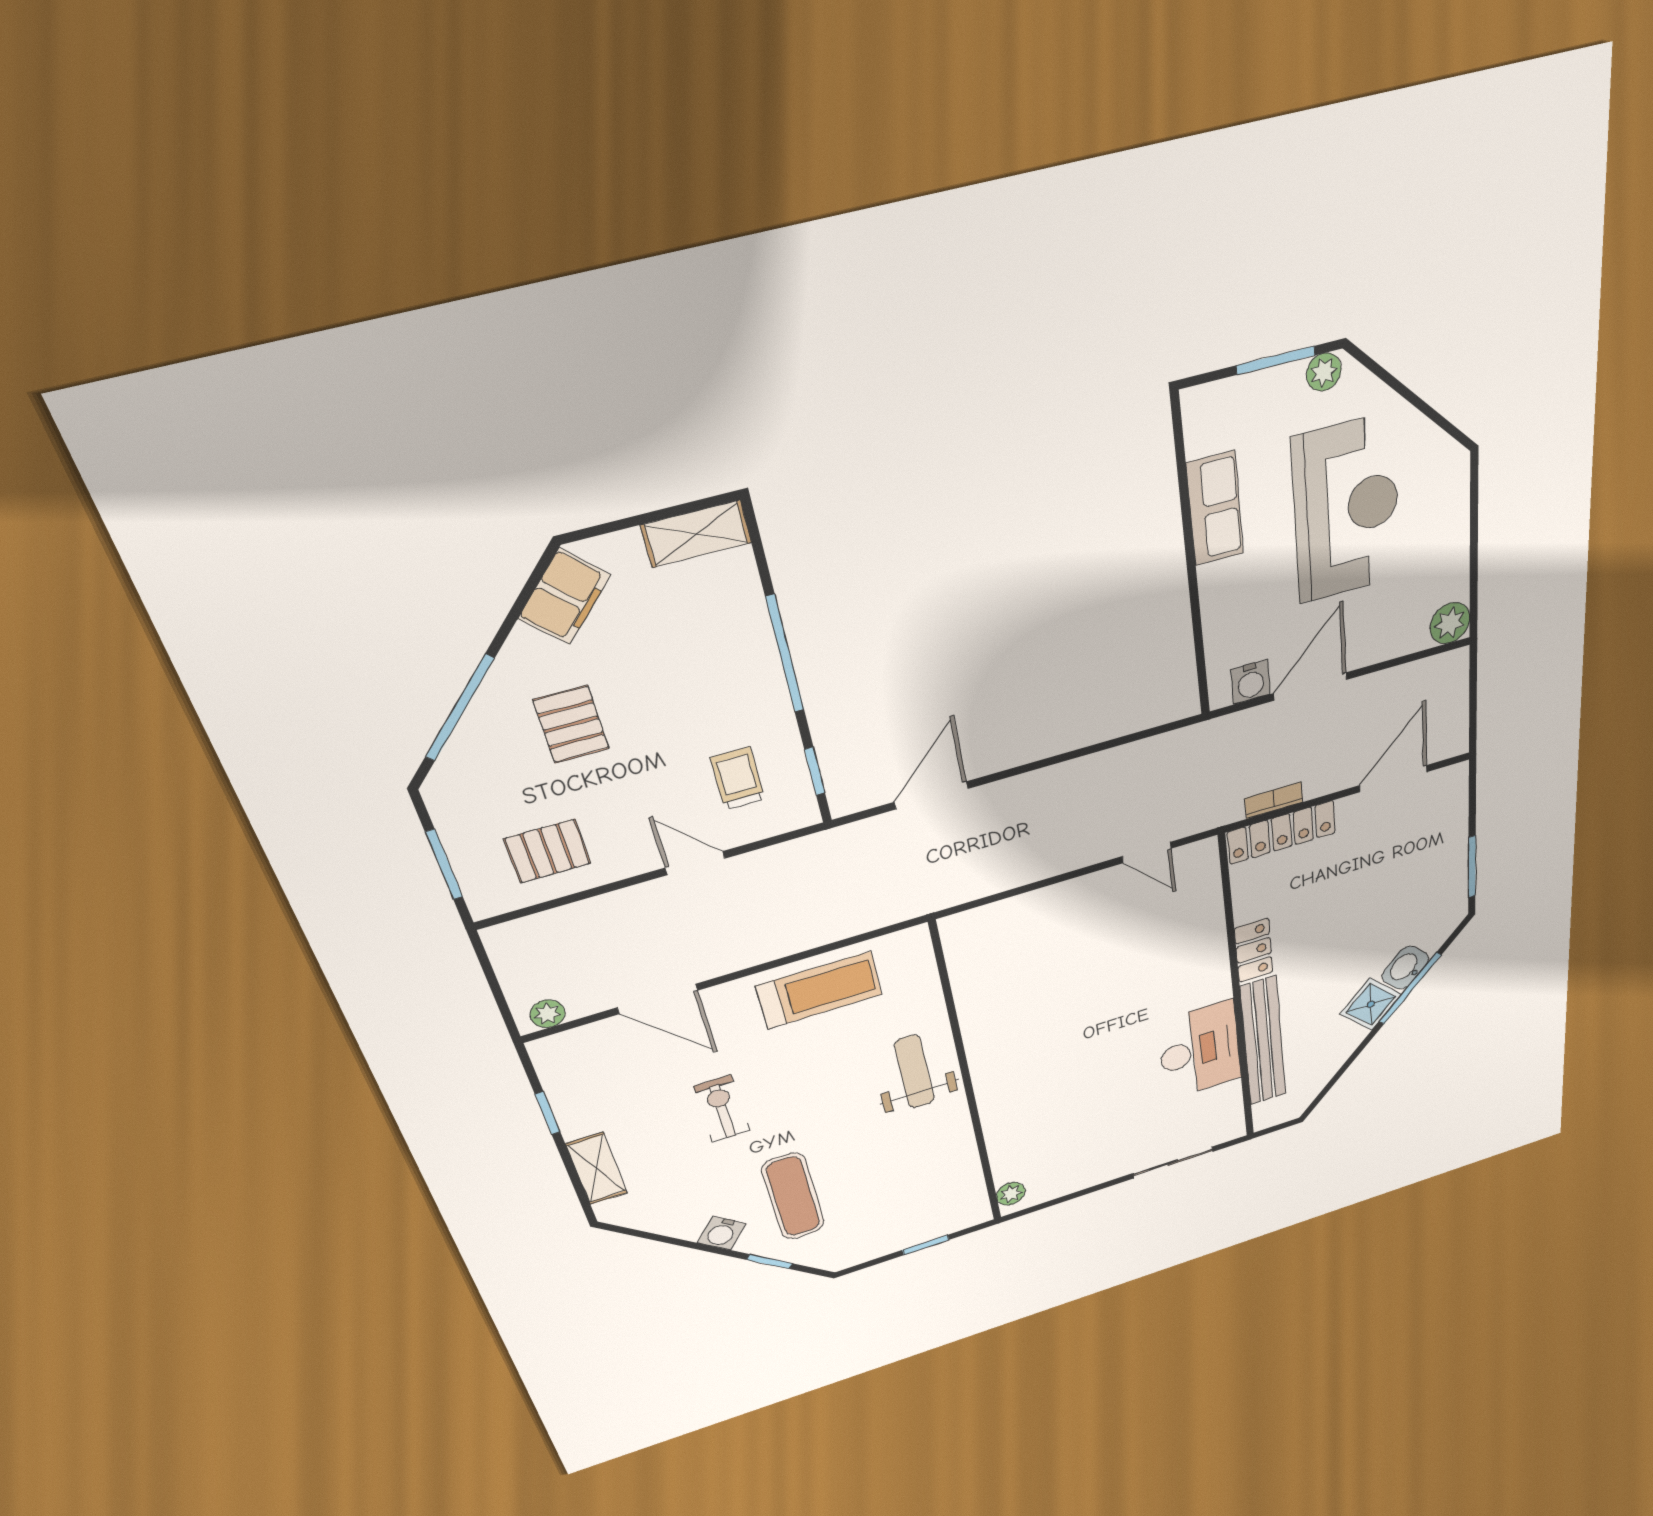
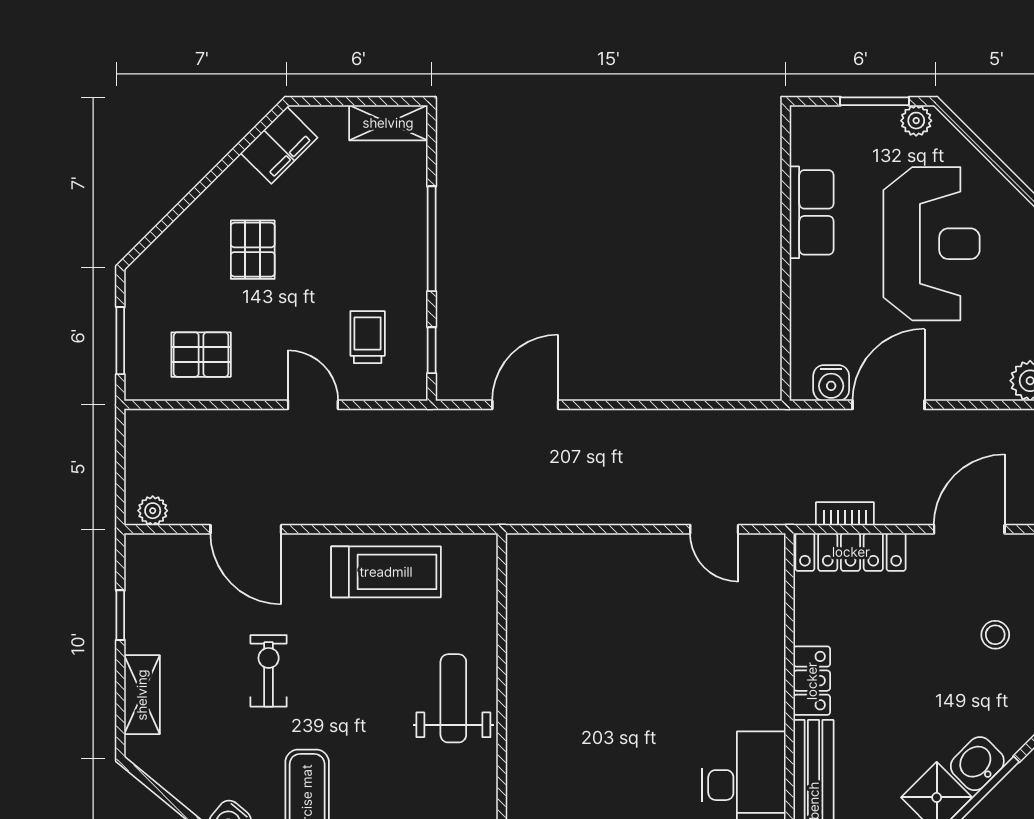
window: (460, 708) -> (177, 211), removed
stool: (1419, 861) -> (995, 635), added

